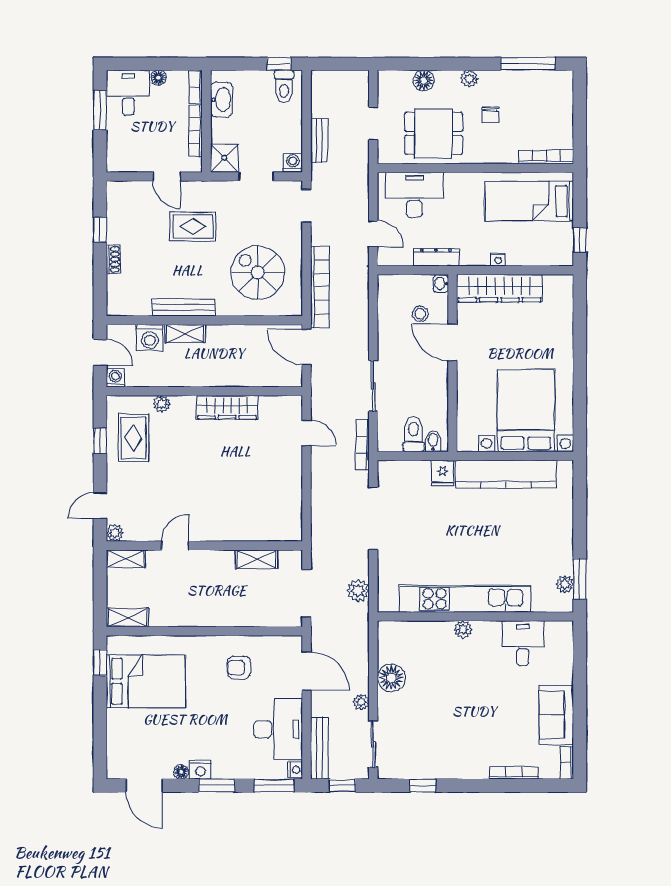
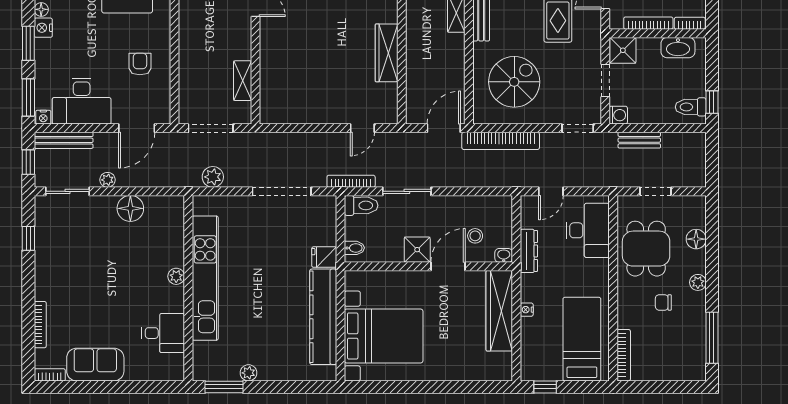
shower: (435, 375) -> (417, 250), added
toilet: (414, 434) -> (361, 205), moved
plant: (565, 584) -> (248, 373), moved

